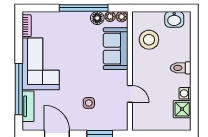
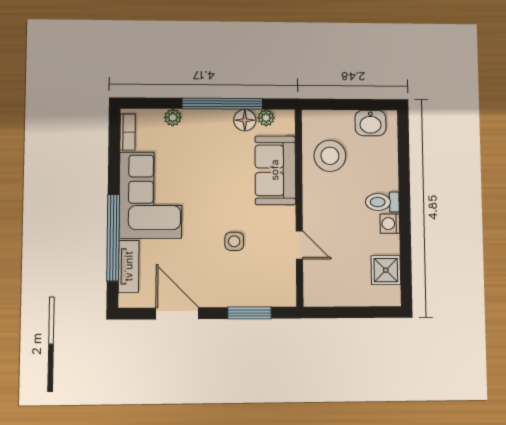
plant: (122, 17) -> (173, 117), moved
washing machine: (185, 93) -> (390, 224), moved
side table: (89, 103) -> (234, 241), moved

